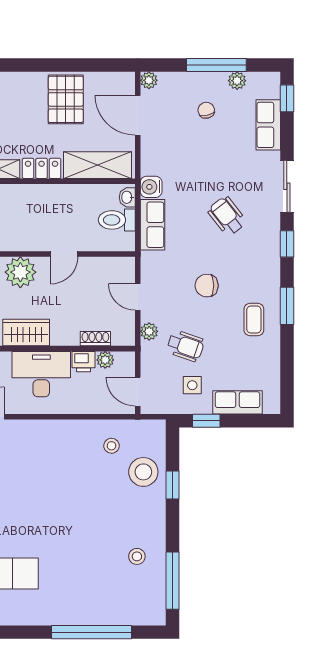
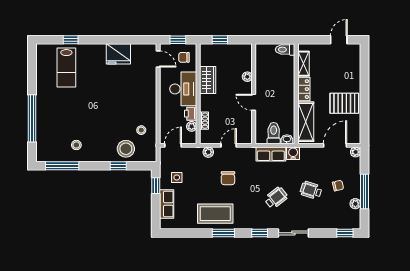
row of seats: (268, 125) -> (329, 222), removed
plant: (20, 272) -> (247, 77), width x0.53, depth x0.53
chair: (207, 286) -> (228, 178), moved, turned 180
coffee table: (254, 319) -> (215, 214), width x1.86, depth x1.72
wheelchair: (185, 346) -> (311, 190), moved, turned 89

